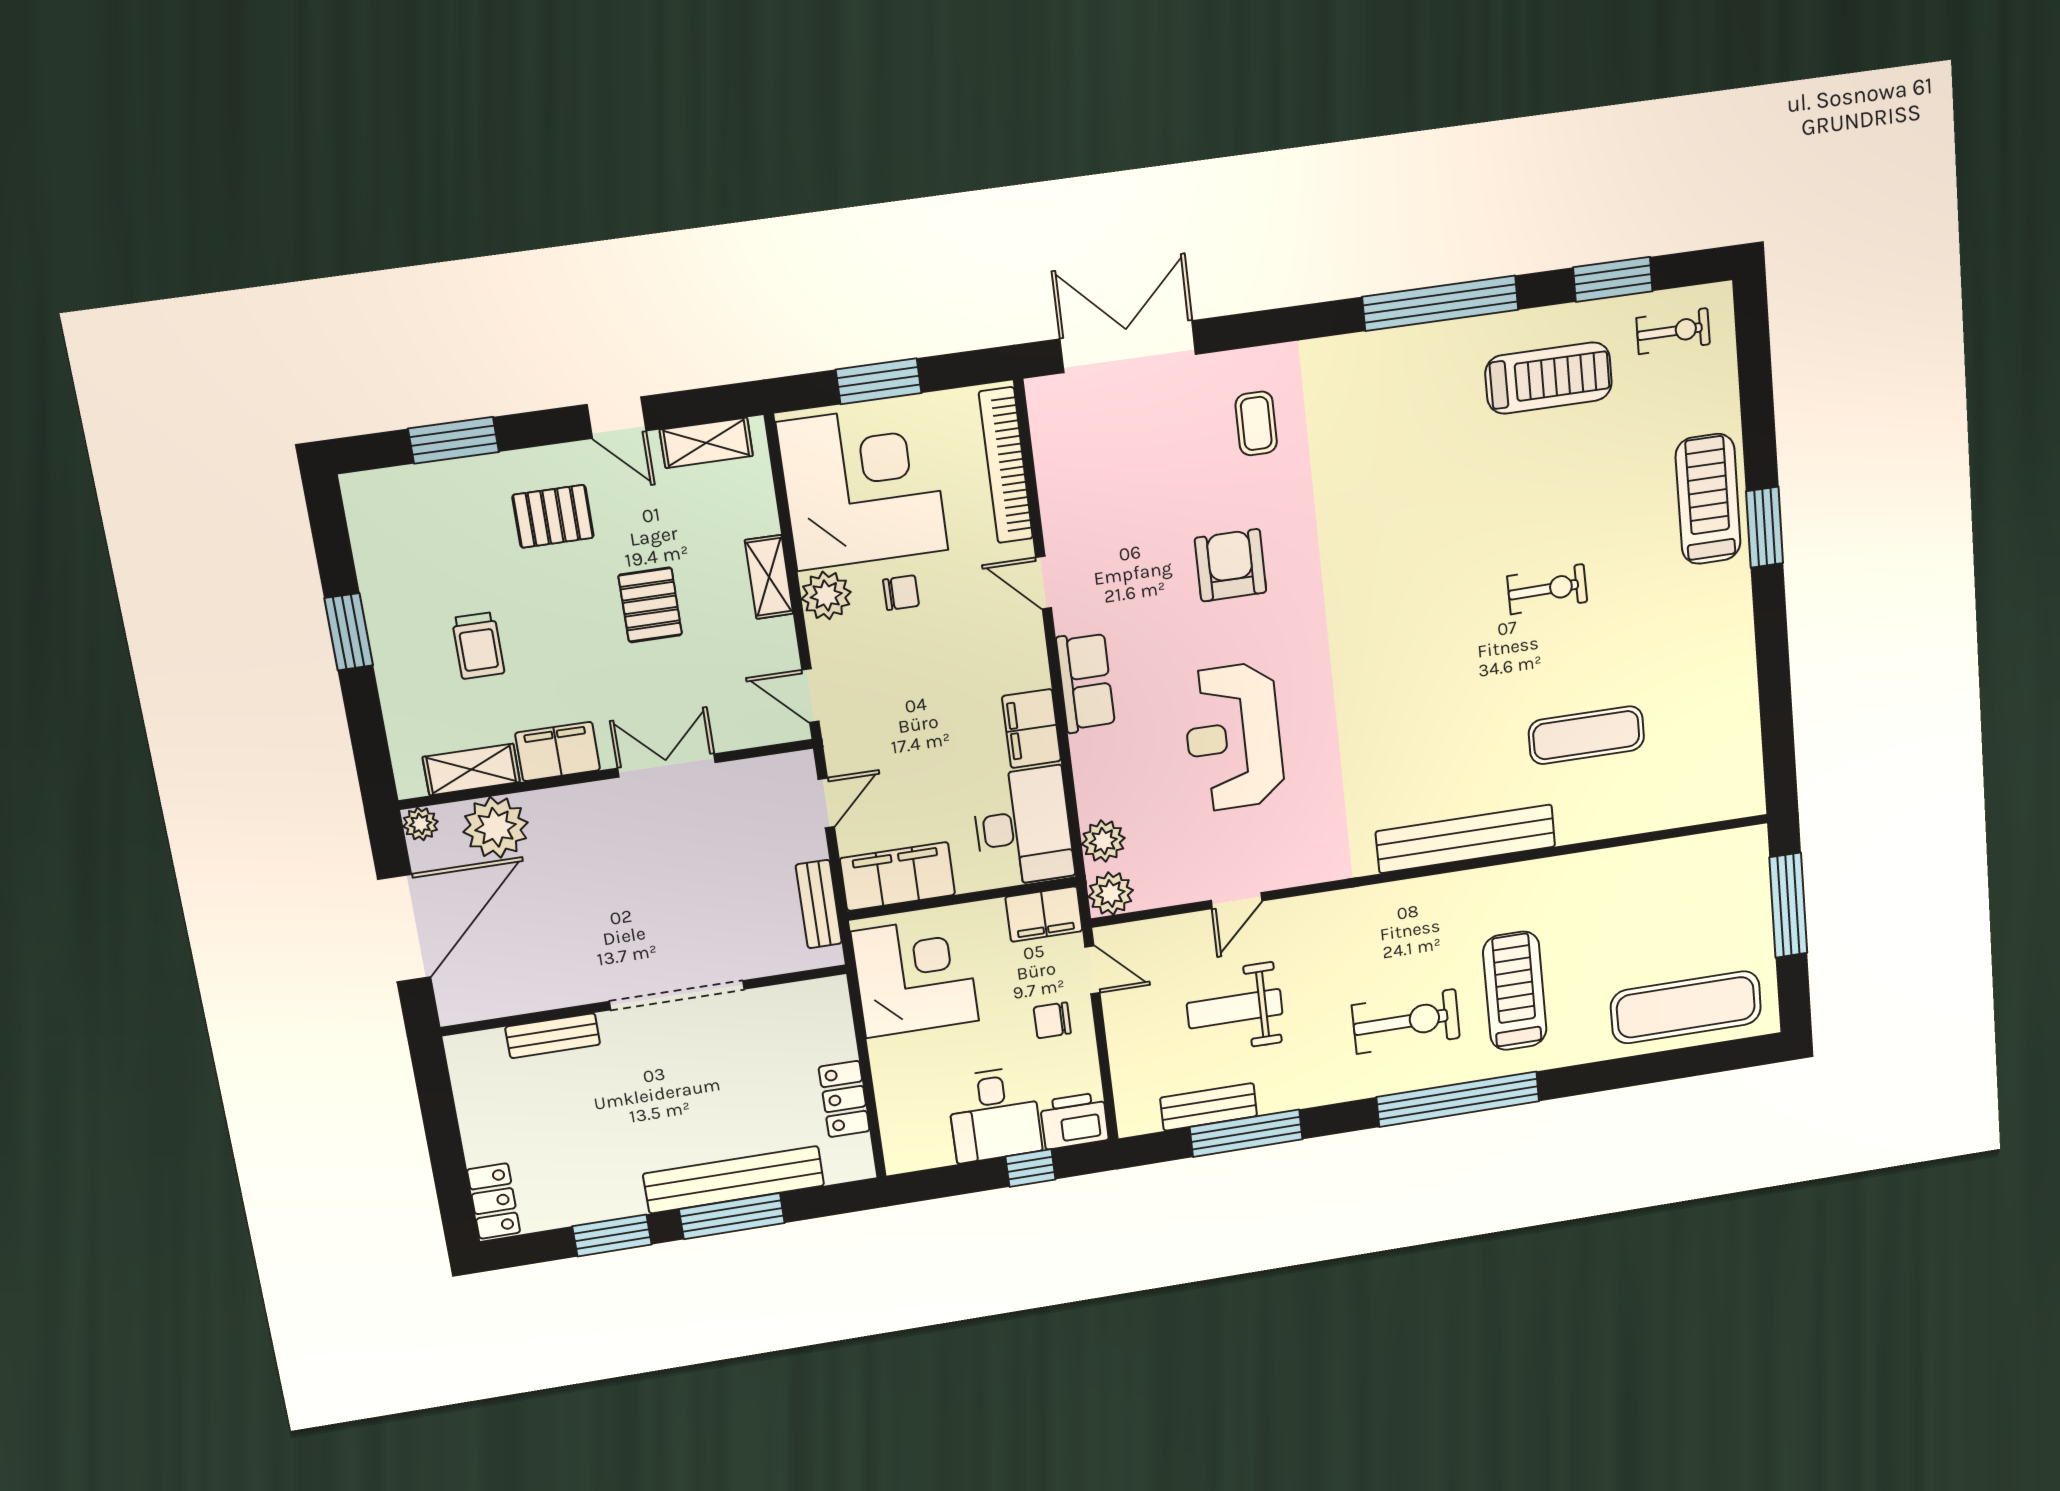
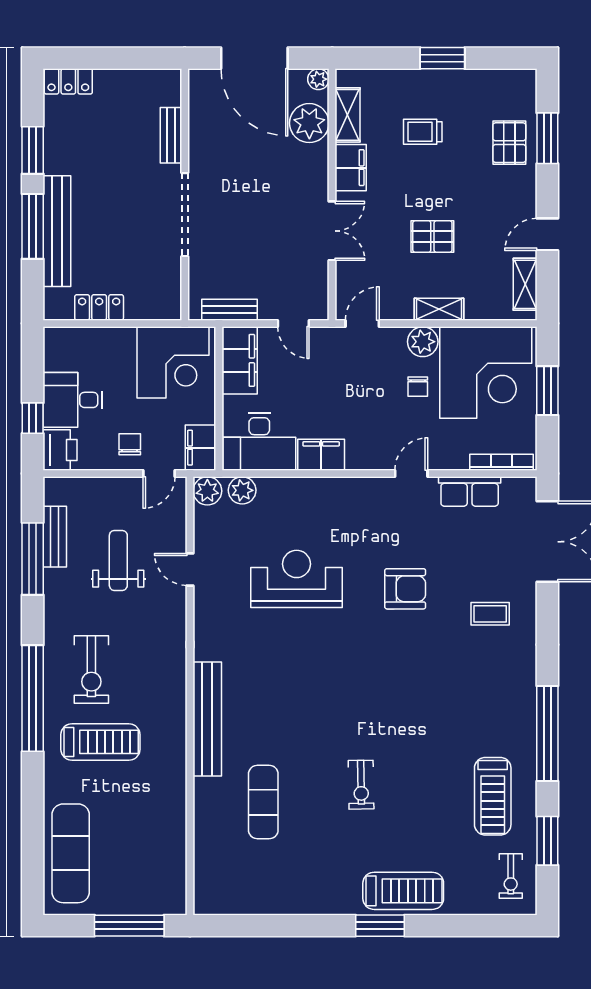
bookcase: (1006, 465) -> (501, 462), width x0.68, depth x0.76
pallet: (553, 516) -> (509, 143), moved
row of seats: (1086, 682) -> (470, 491), moved

